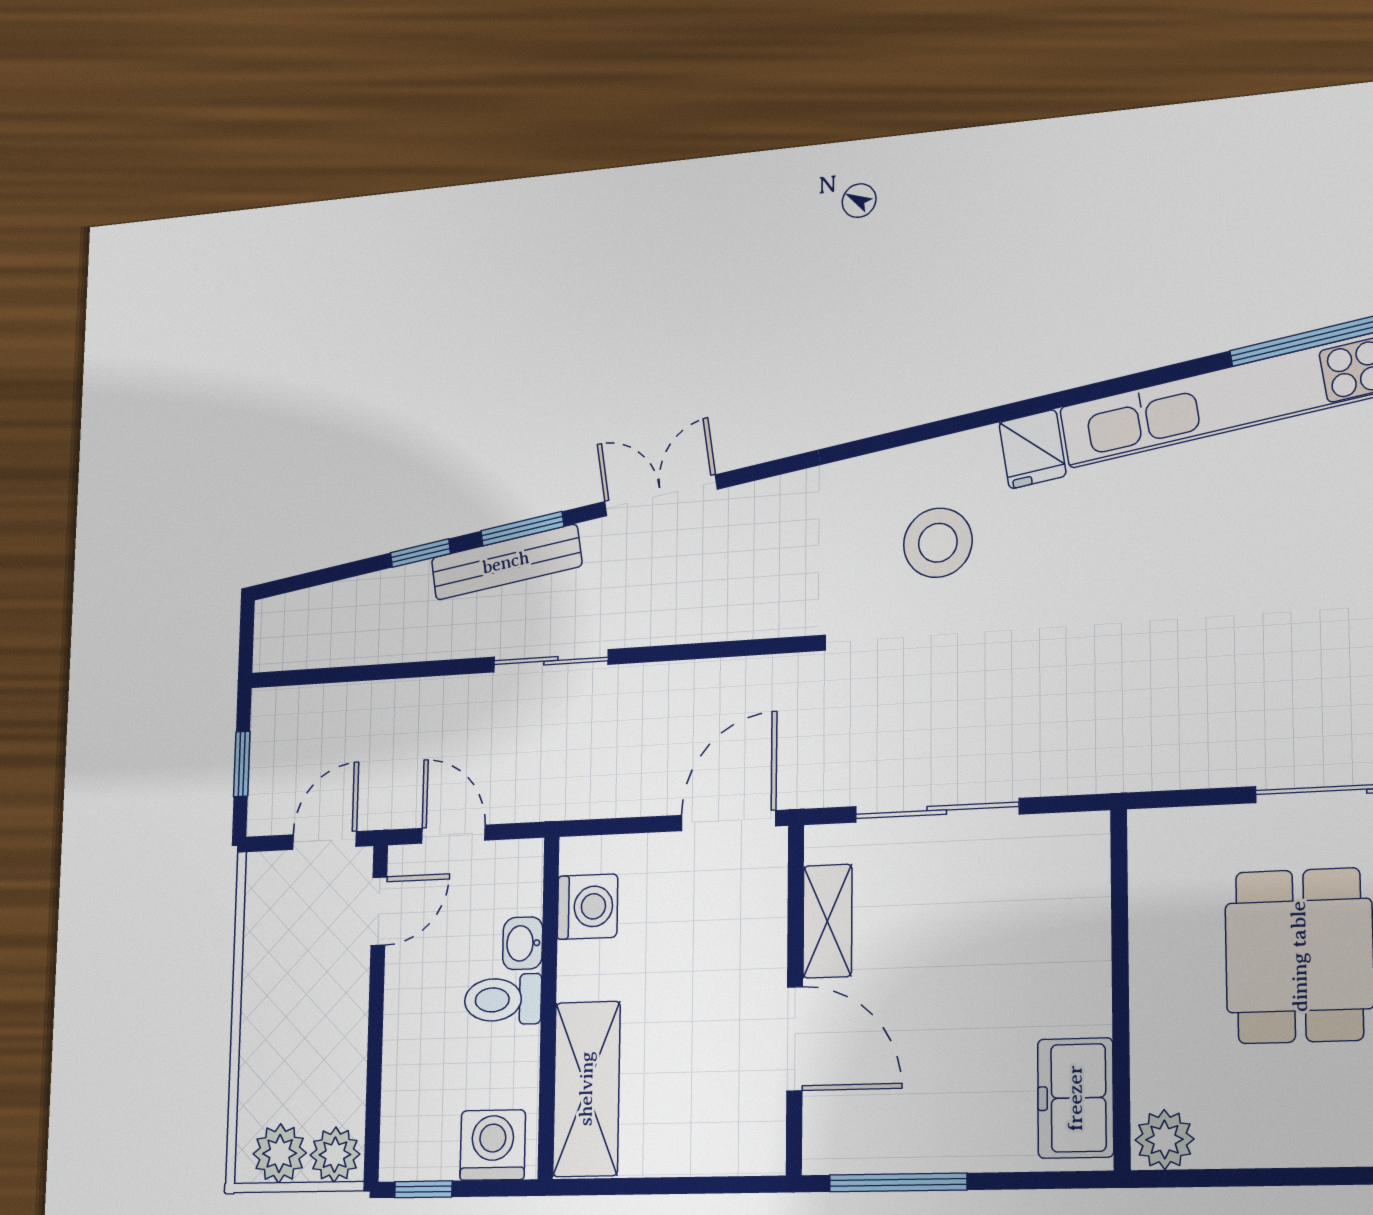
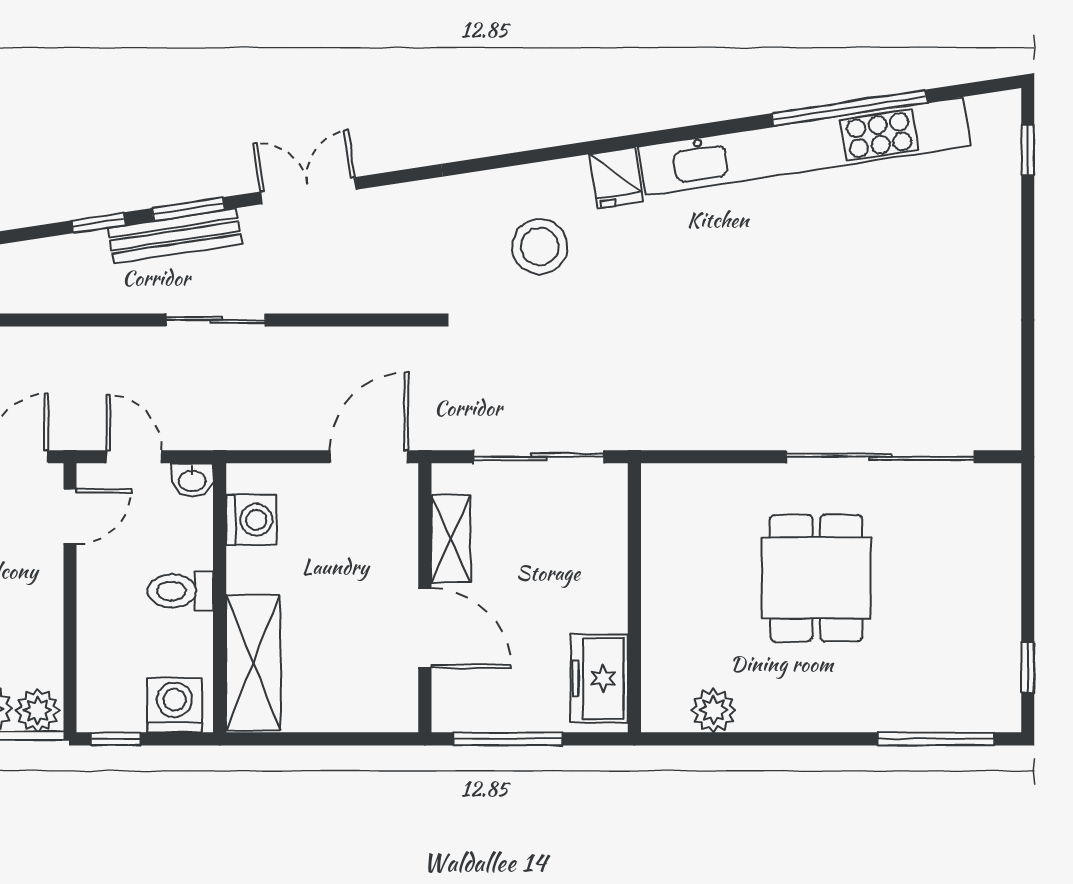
washbasin: (523, 943) -> (192, 480), moved, turned -90
wall: (1120, 988) -> (634, 598), moved
freezer: (1075, 1098) -> (599, 678), moved

